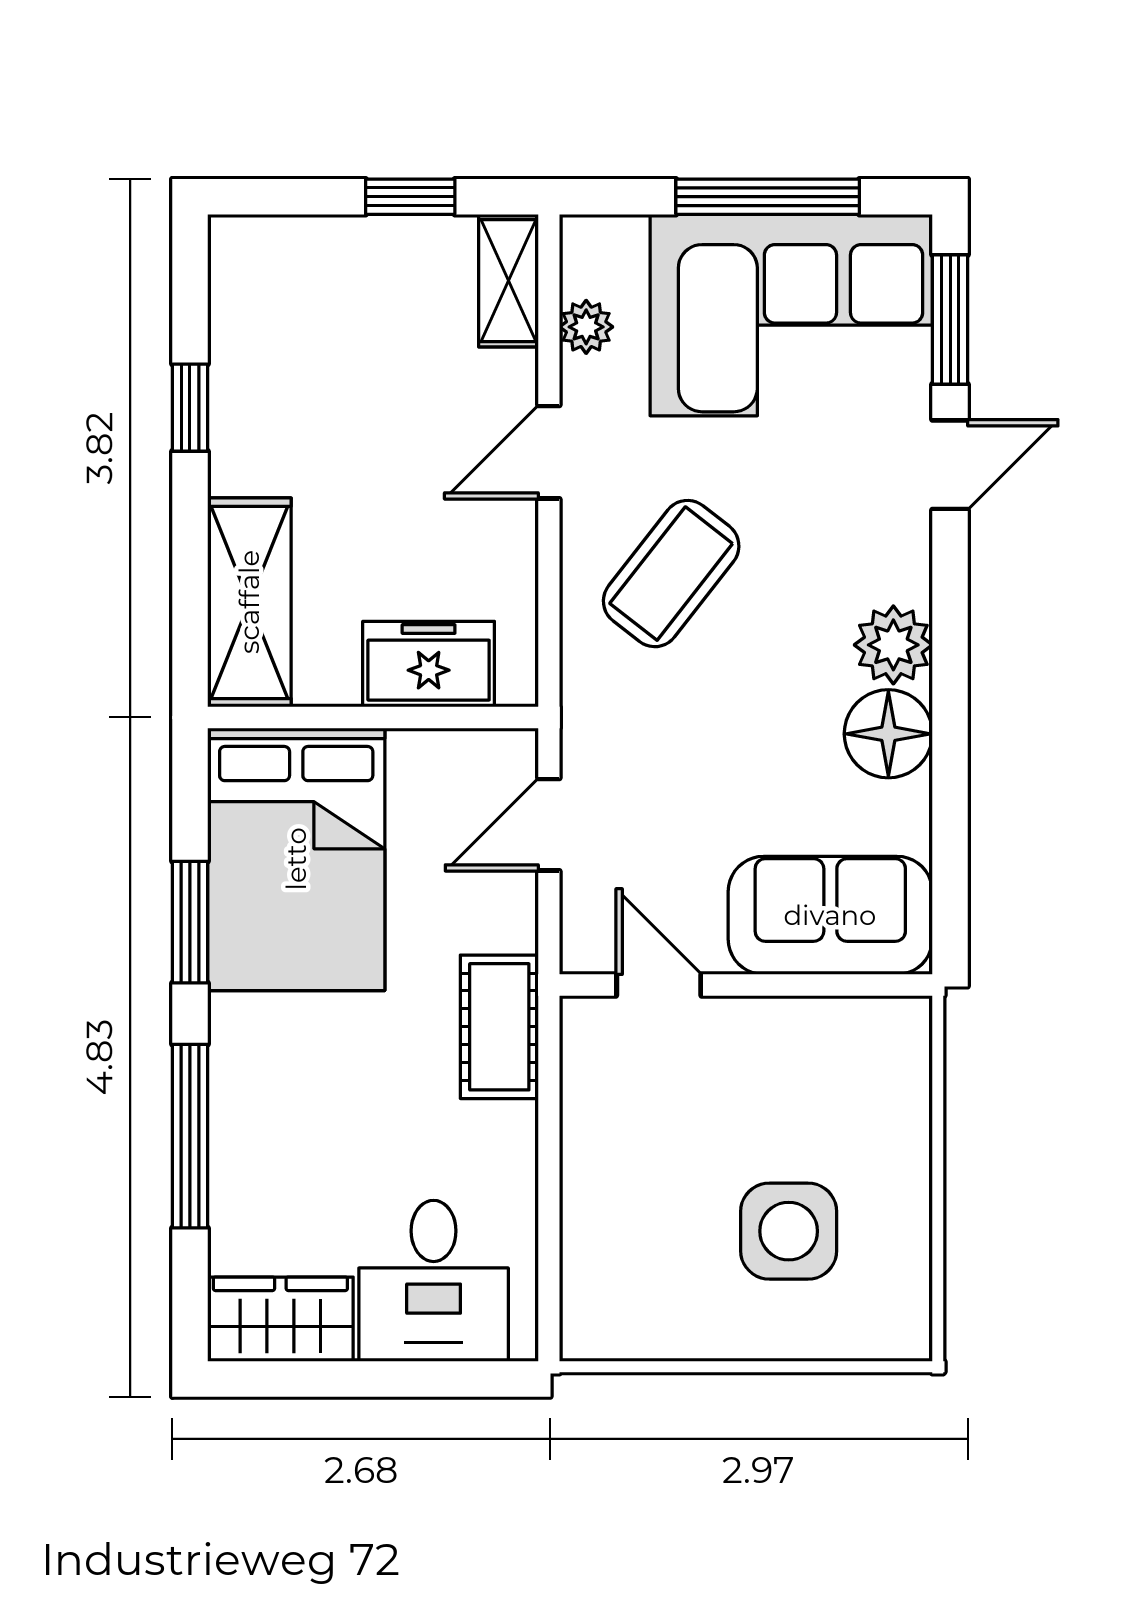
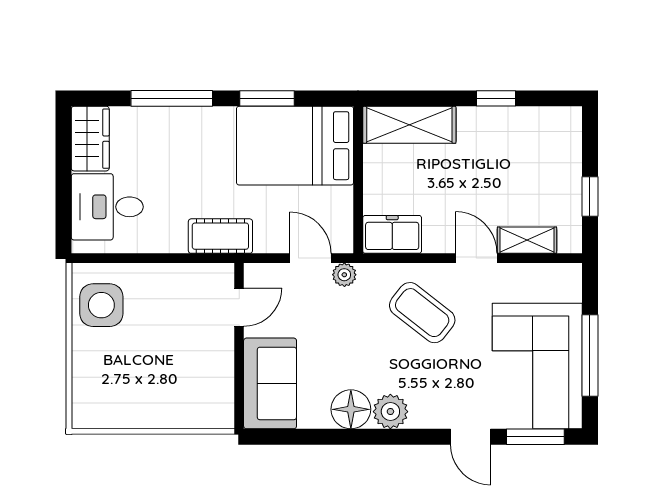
shelving: (508, 281) -> (527, 240), moved
plant: (586, 327) -> (344, 275), moved
freezer: (429, 664) -> (392, 234), moved, turned -90
side table: (789, 1231) -> (101, 305), moved

